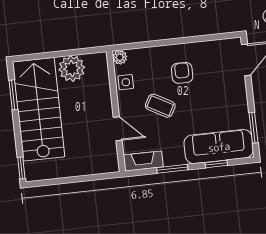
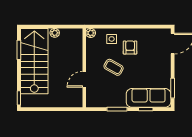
plant: (72, 69) -> (55, 33), width x0.53, depth x0.53
side table: (126, 82) -> (112, 39), moved
door: (118, 129) -> (84, 79), swing flipped
fireplace: (143, 161) -> (99, 102), removed

